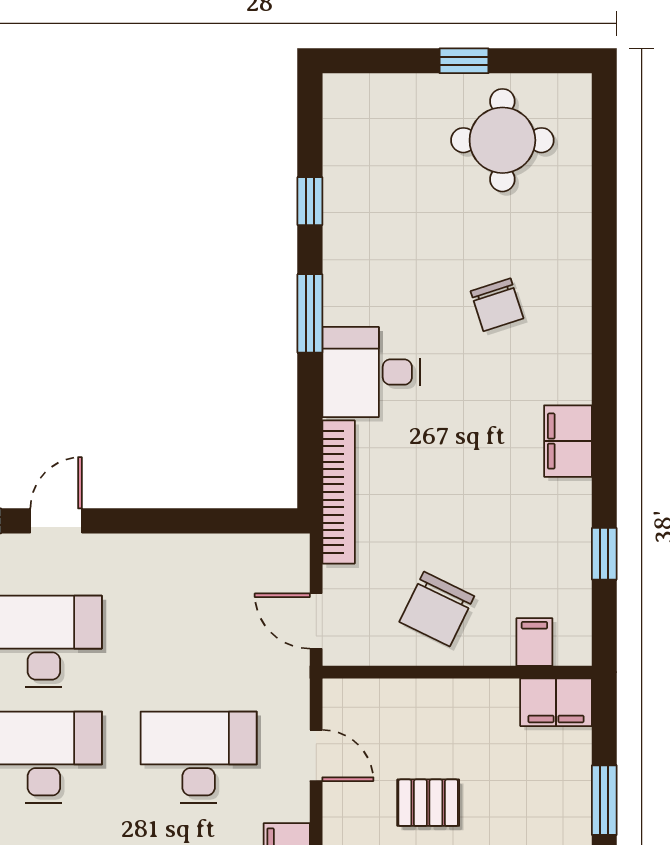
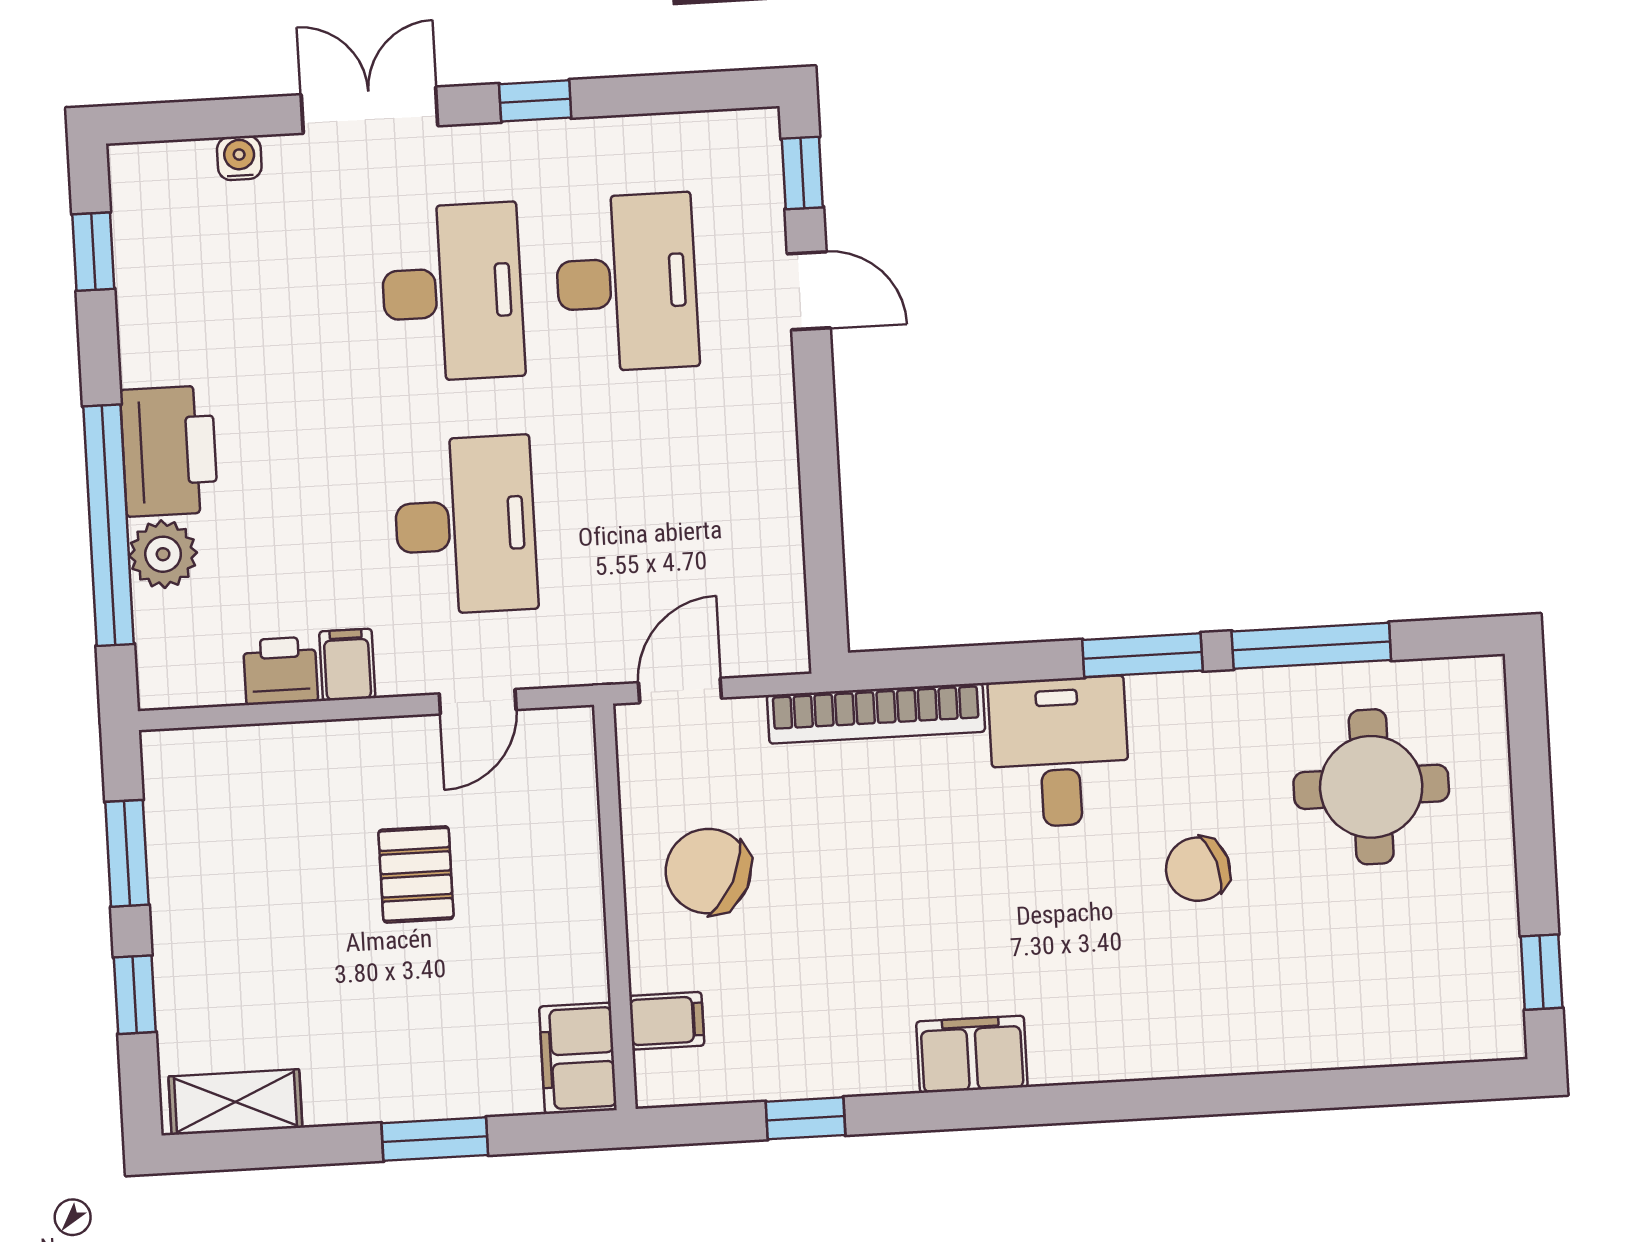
window: (464, 61) -> (1542, 972), moved
round table: (502, 140) -> (1371, 787), moved
window: (310, 201) -> (1311, 646), width x2.17
chair: (497, 305) -> (1198, 869), moved

